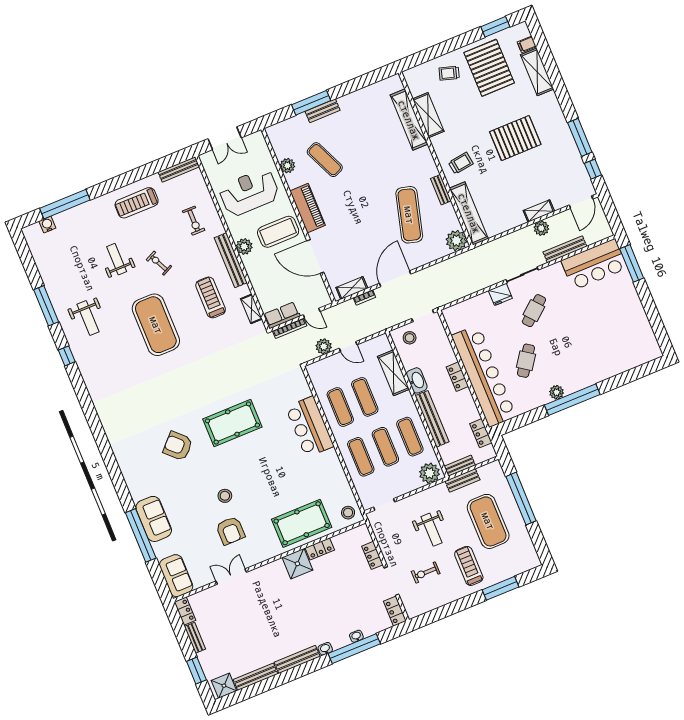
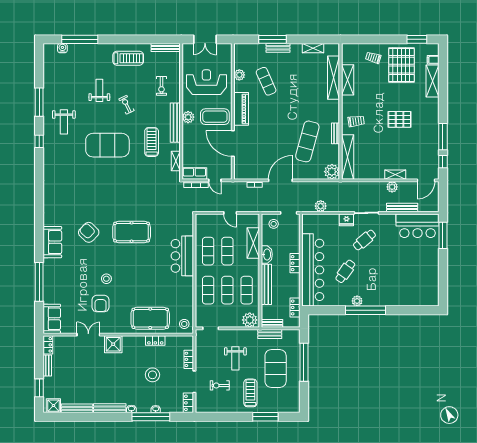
pallet: (515, 138) -> (400, 119), width x0.73, depth x0.71
treadmill: (137, 203) -> (128, 58), turned 180
shelving: (352, 288) -> (313, 48), moved
exercise mat: (156, 325) -> (107, 145), turned 90
plant: (324, 347) -> (321, 206), moved
sofa: (154, 519) -> (52, 242), moved
shower: (297, 564) -> (113, 344), moved
stool: (334, 594) -> (152, 375), added

